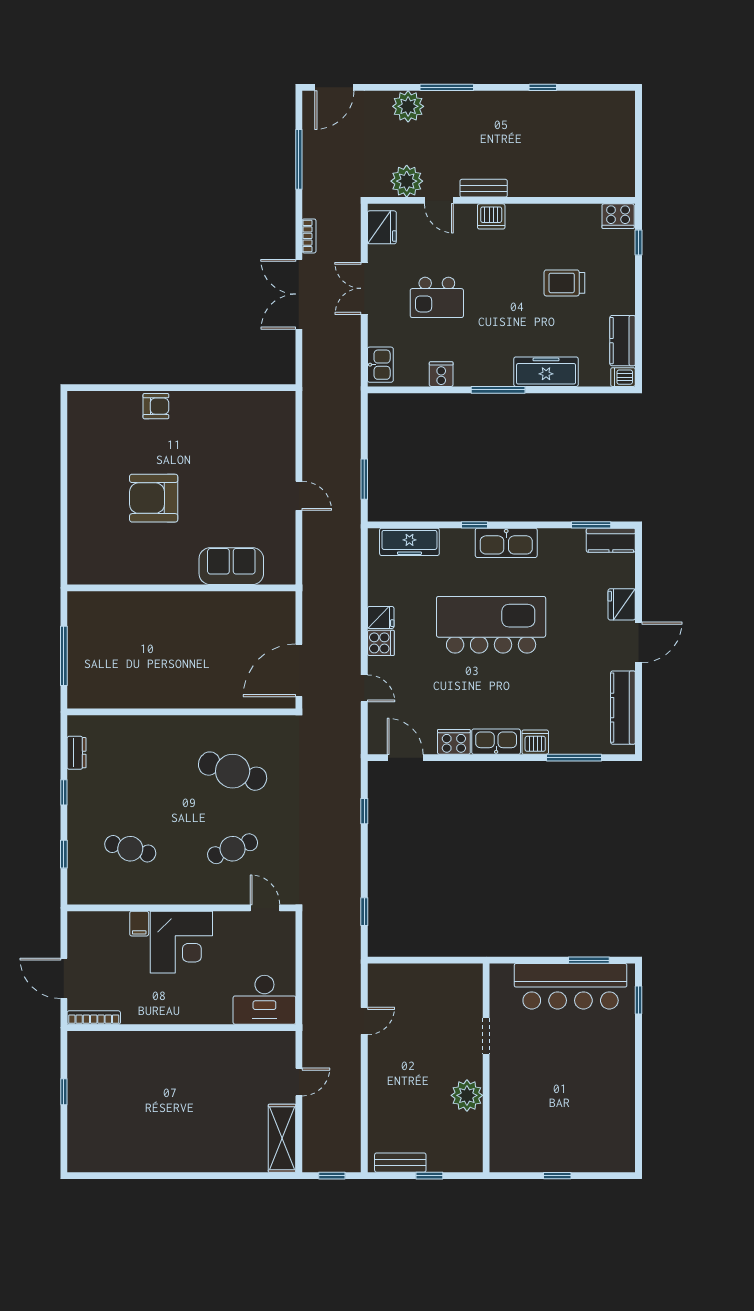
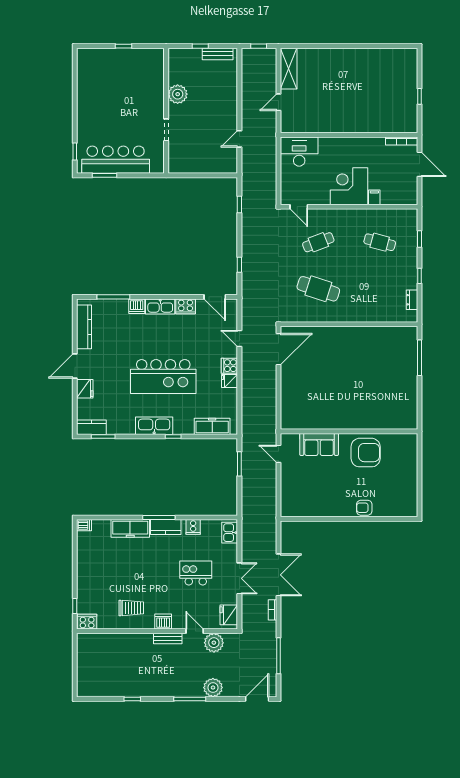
trolley: (564, 283) -> (131, 608), moved
kitchen counter: (623, 341) -> (166, 527), moved, turned 90
sofa: (231, 566) -> (319, 444), moved
wall: (181, 588) -> (349, 431), moved

